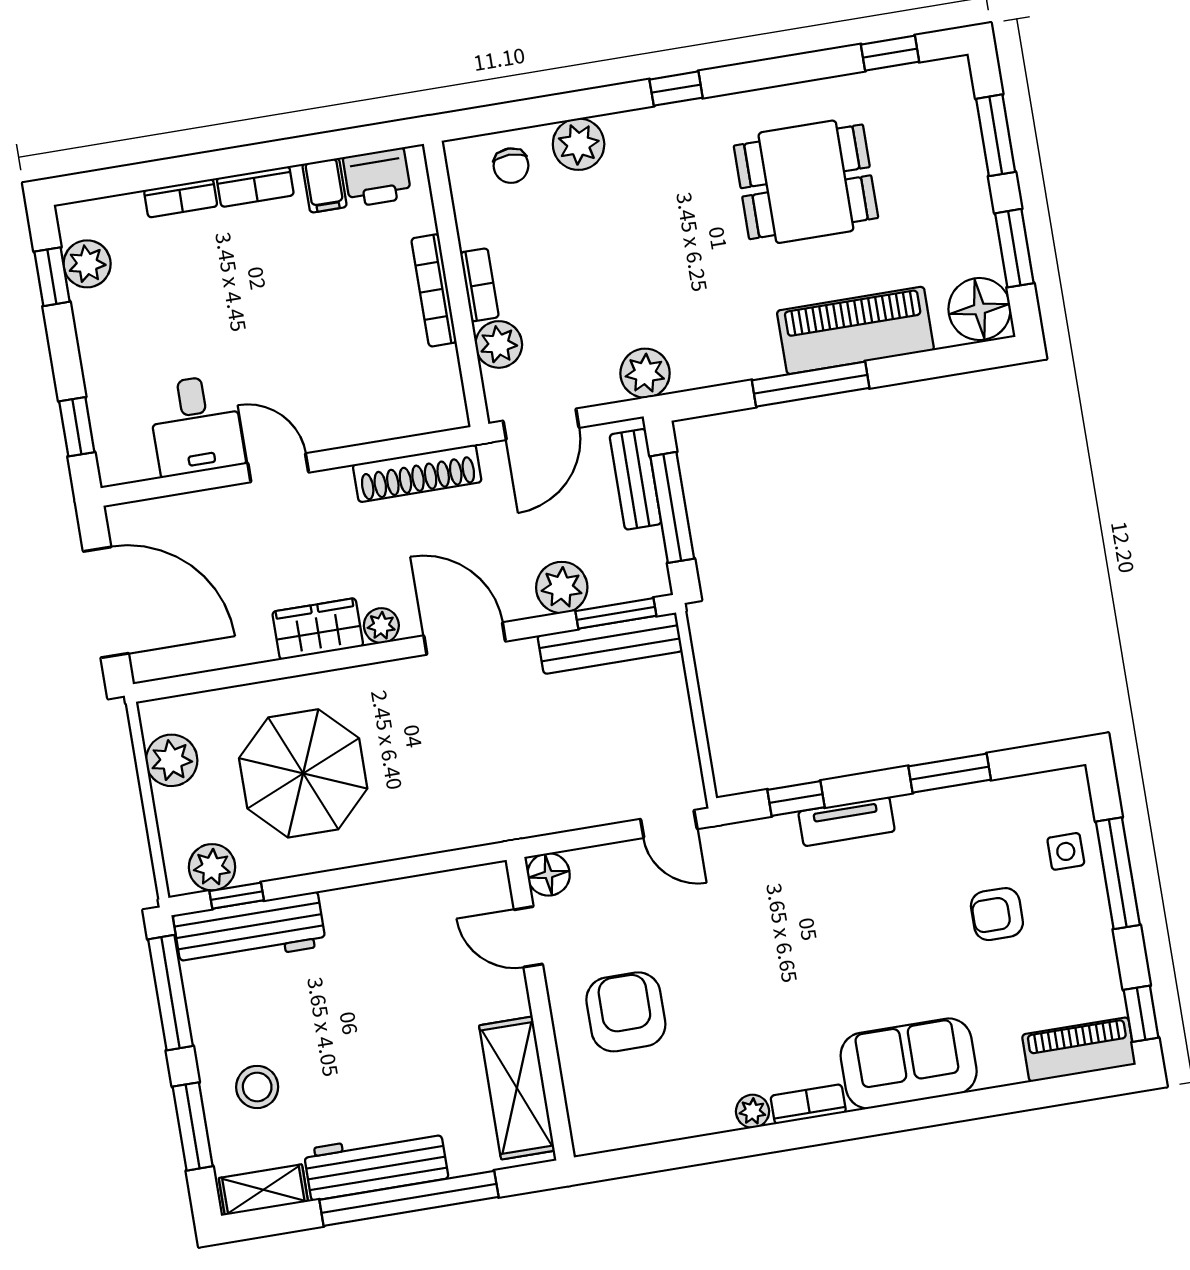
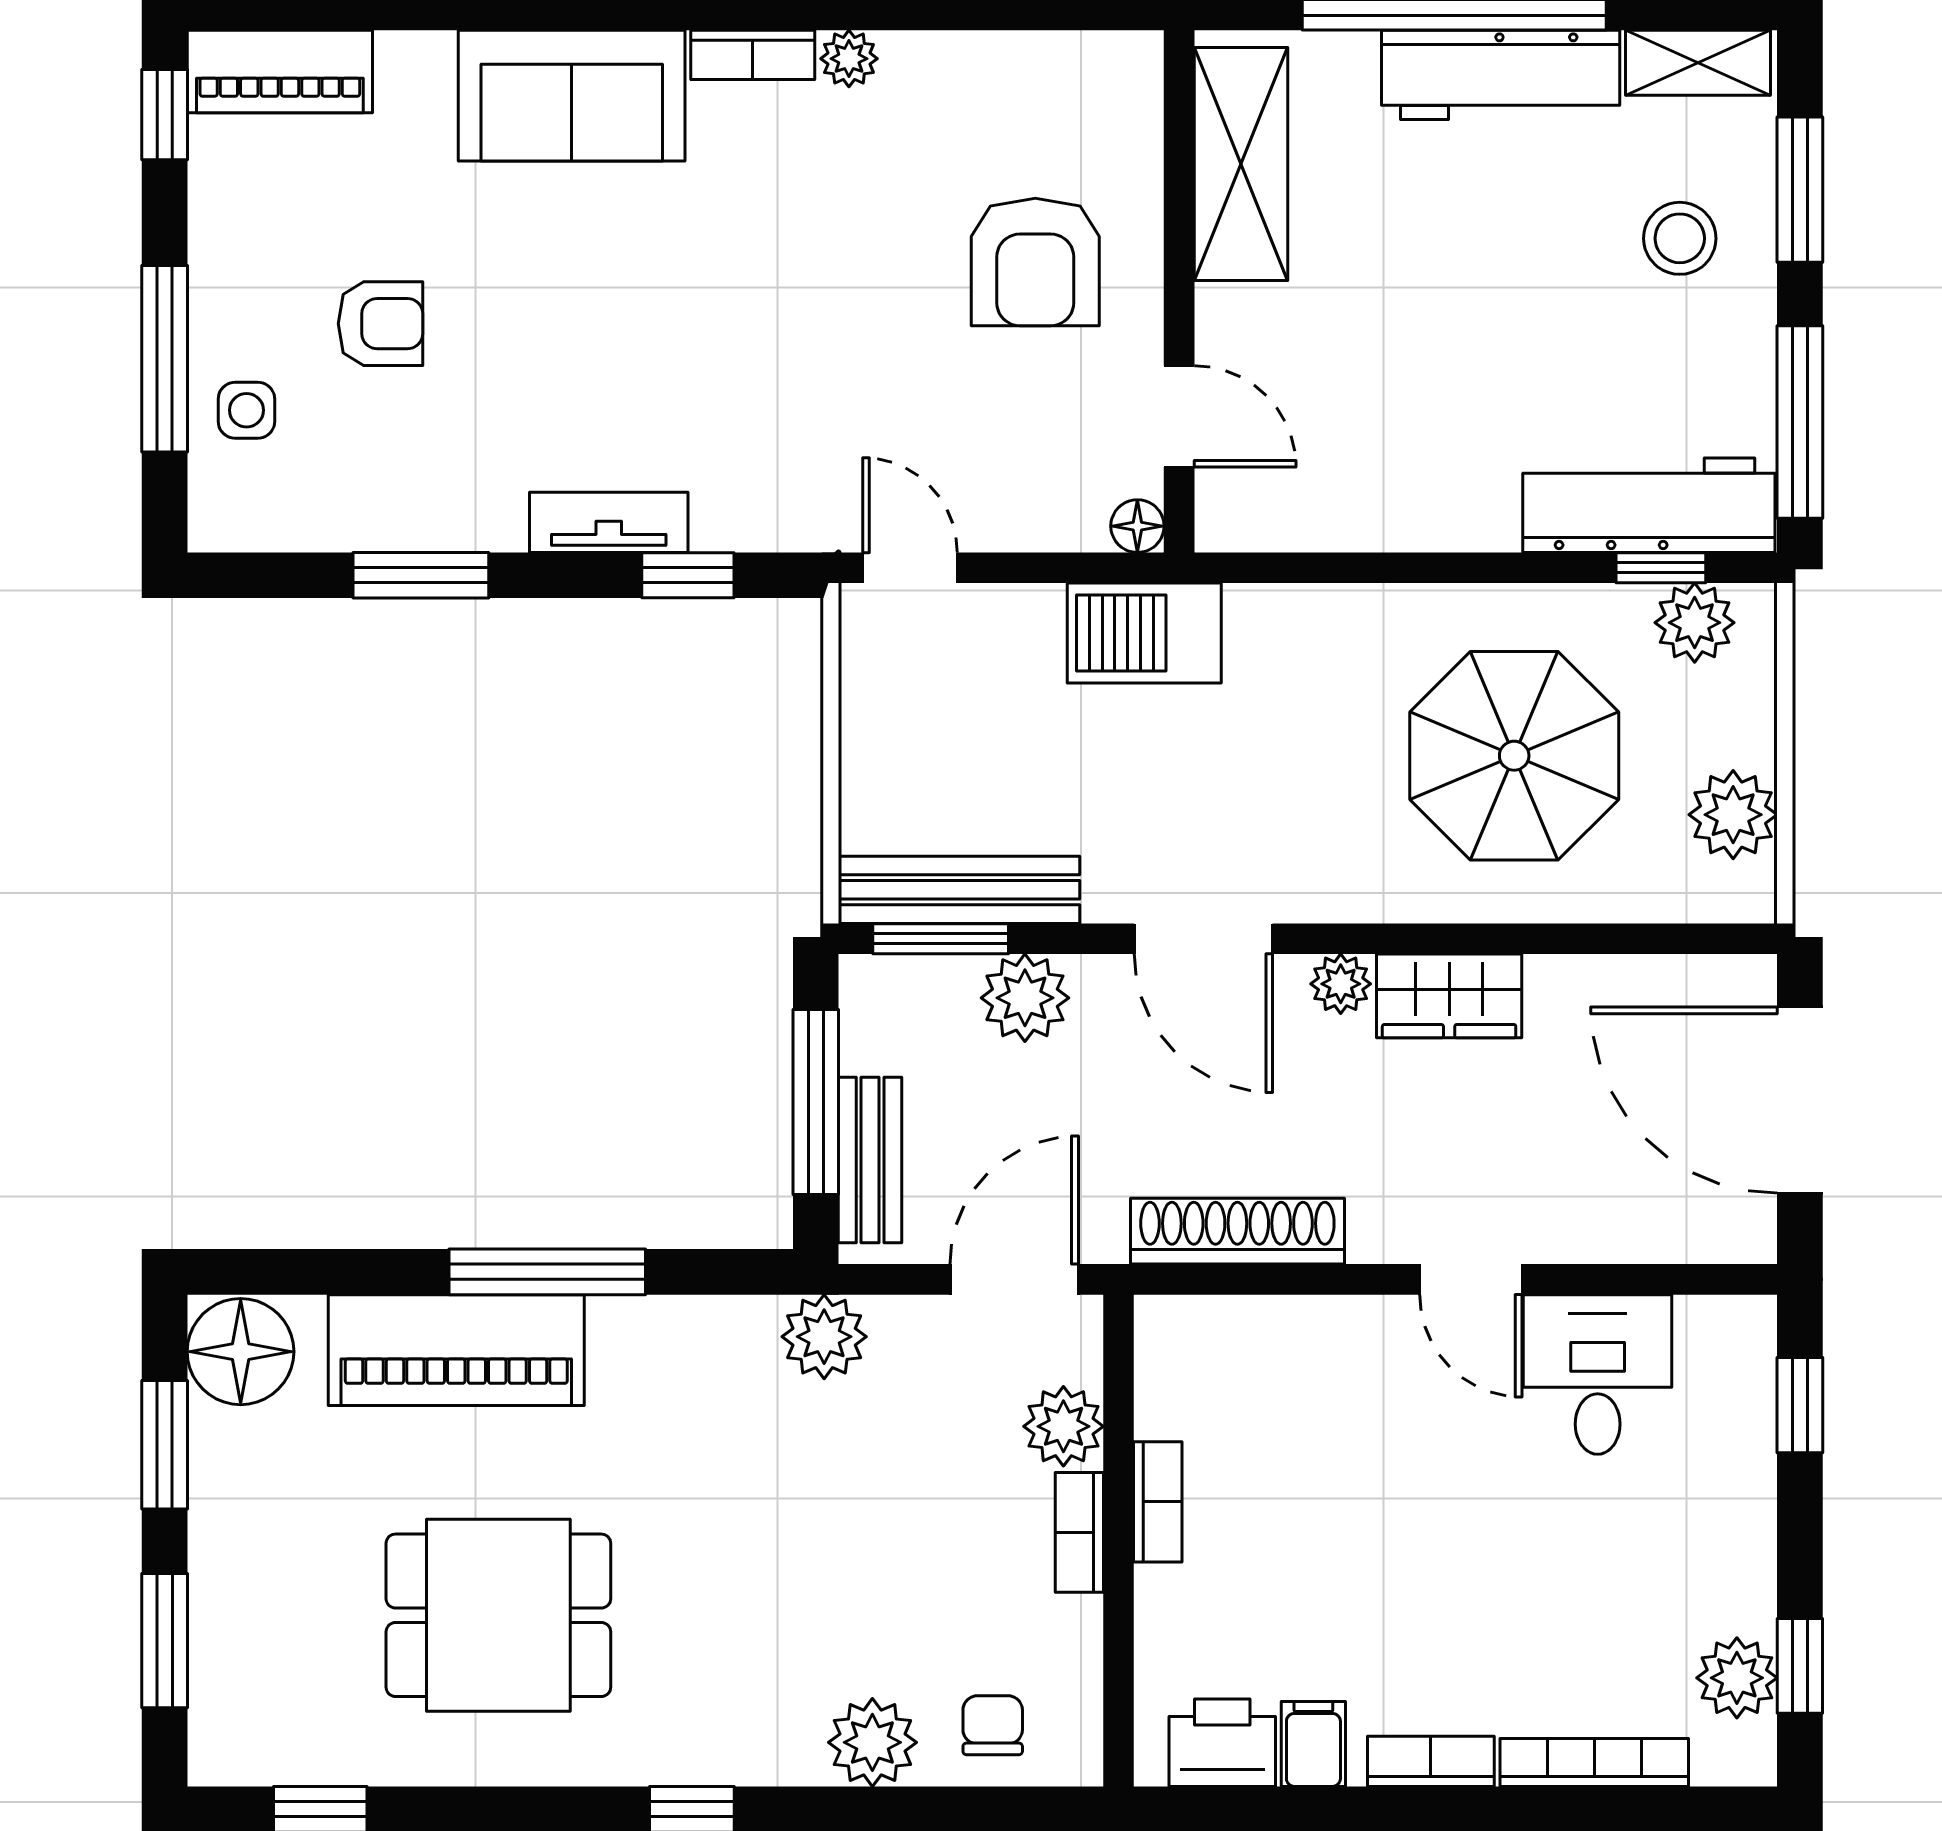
bookcase: (181, 198) -> (1594, 1763), width x1.56
bookcase: (434, 290) -> (1158, 1502), width x0.64
barbecue: (528, 809) -> (1144, 633), added
floor lamp: (549, 874) -> (1137, 526), width x0.73, depth x0.73

